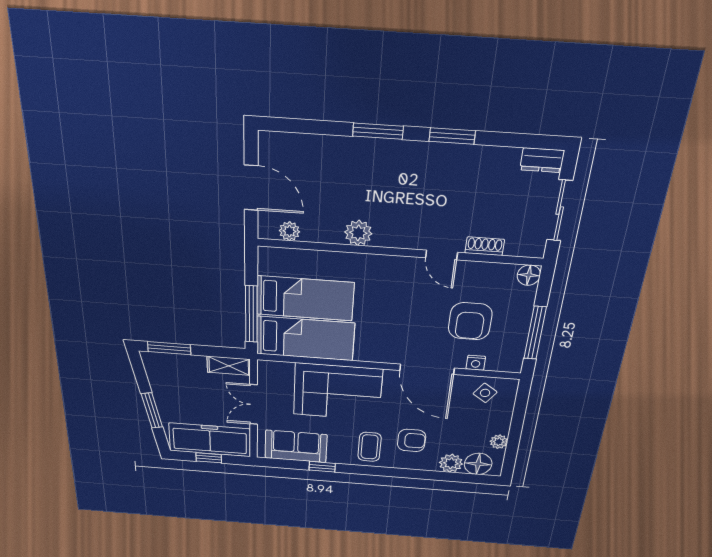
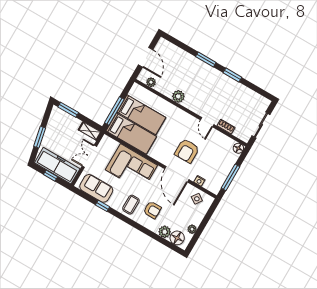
dresser: (542, 160) -> (262, 101), removed
armchair: (470, 321) -> (187, 151), moved

